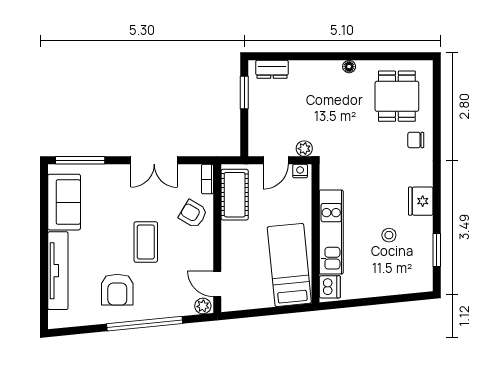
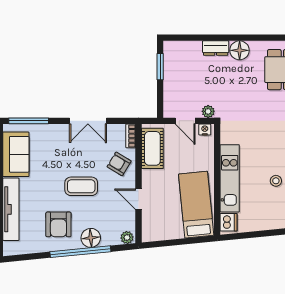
floor lamp: (349, 67) -> (240, 50), width x1.89, depth x1.89
dresser: (272, 69) -> (216, 48), moved
door: (276, 160) -> (185, 121), hinge flipped
coffee table: (146, 242) -> (81, 186), turned 90
door: (217, 284) -> (139, 199), moved
floor lamp: (158, 306) -> (91, 238), added

